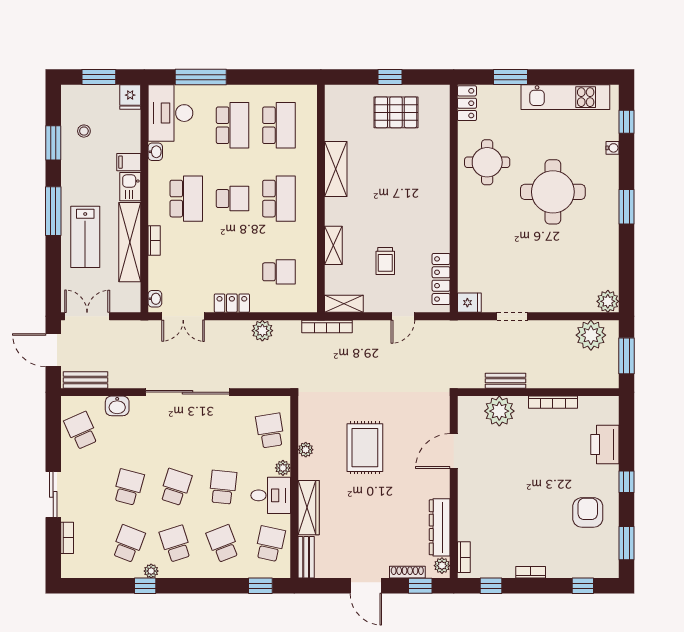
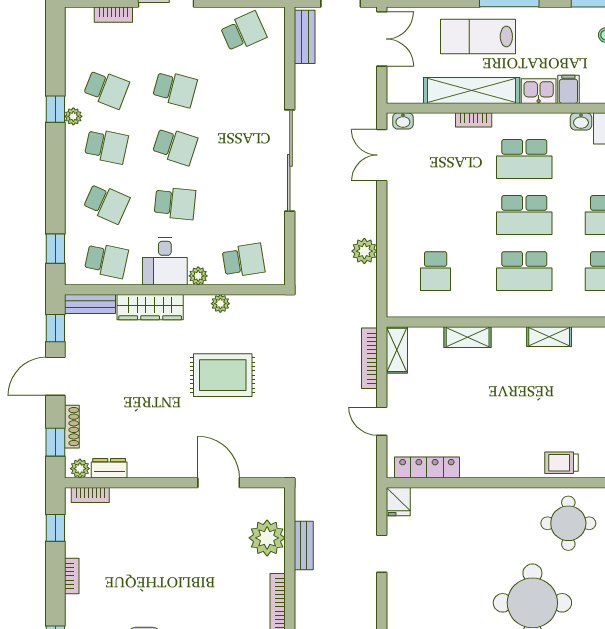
shelving: (336, 169) -> (549, 337), width x0.67, depth x0.75
school desk: (233, 199) -> (524, 215), width x1.85
trolley: (385, 261) -> (561, 463), moved
locker: (232, 303) -> (398, 214), removed
bookcase: (327, 326) -> (369, 358), moved
washbasin: (117, 406) -> (273, 75), removed
dresser: (440, 527) -> (109, 468), width x0.51, depth x0.80
school desk: (176, 544) -> (106, 146), turned 30
school desk: (223, 544) -> (106, 203), turned 45
window: (326, 586) -> (55, 328), added

